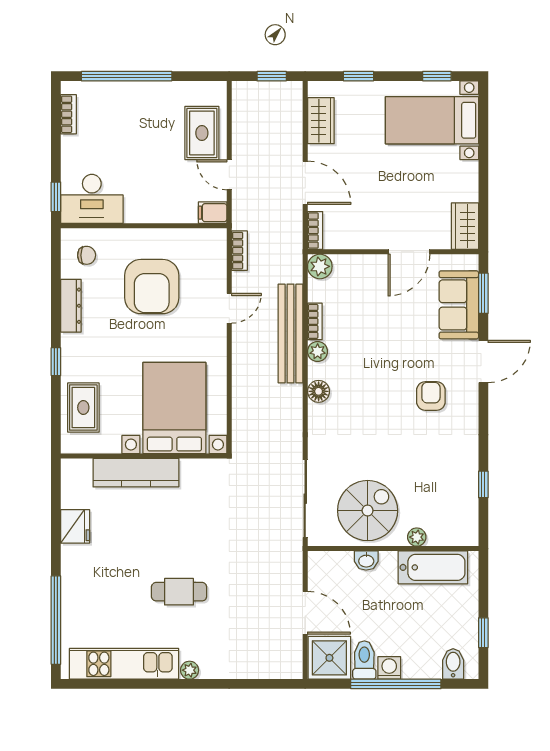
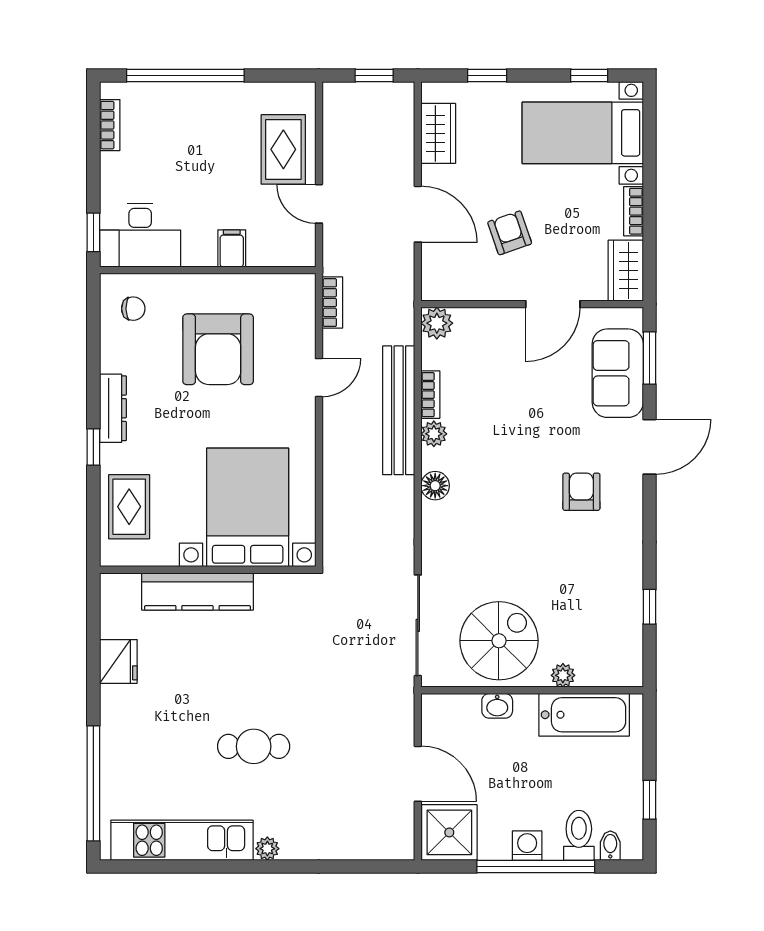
armchair: (376, 197) -> (510, 233), added
filing cabinet: (213, 213) -> (232, 248), moved, turned 90
bookcase: (315, 231) -> (633, 211), moved, turned 180
dresser: (71, 306) -> (113, 408), moved
toilet: (364, 660) -> (579, 835), moved
bidet: (453, 664) -> (610, 846), width x0.72, depth x0.74

